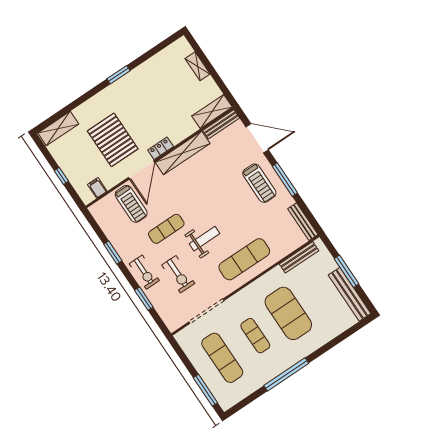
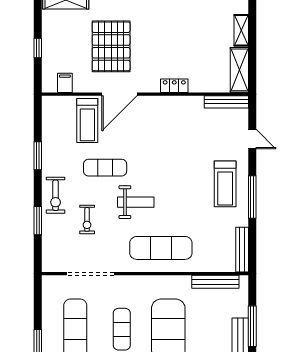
shelving: (212, 112) -> (239, 70), moved, turned 90
door: (257, 138) -> (252, 139), width x0.53
locker: (161, 148) -> (174, 86), moved
shelving: (183, 153) -> (171, 105), removed
exercise bike: (178, 274) -> (87, 219), width x0.73, depth x0.72

